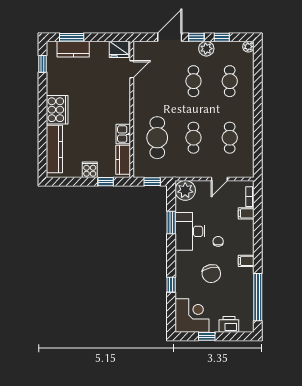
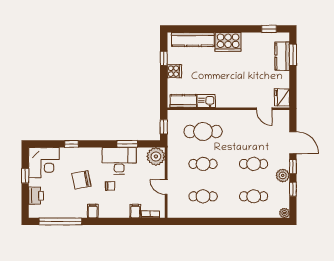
window: (106, 182) -> (164, 58), moved

